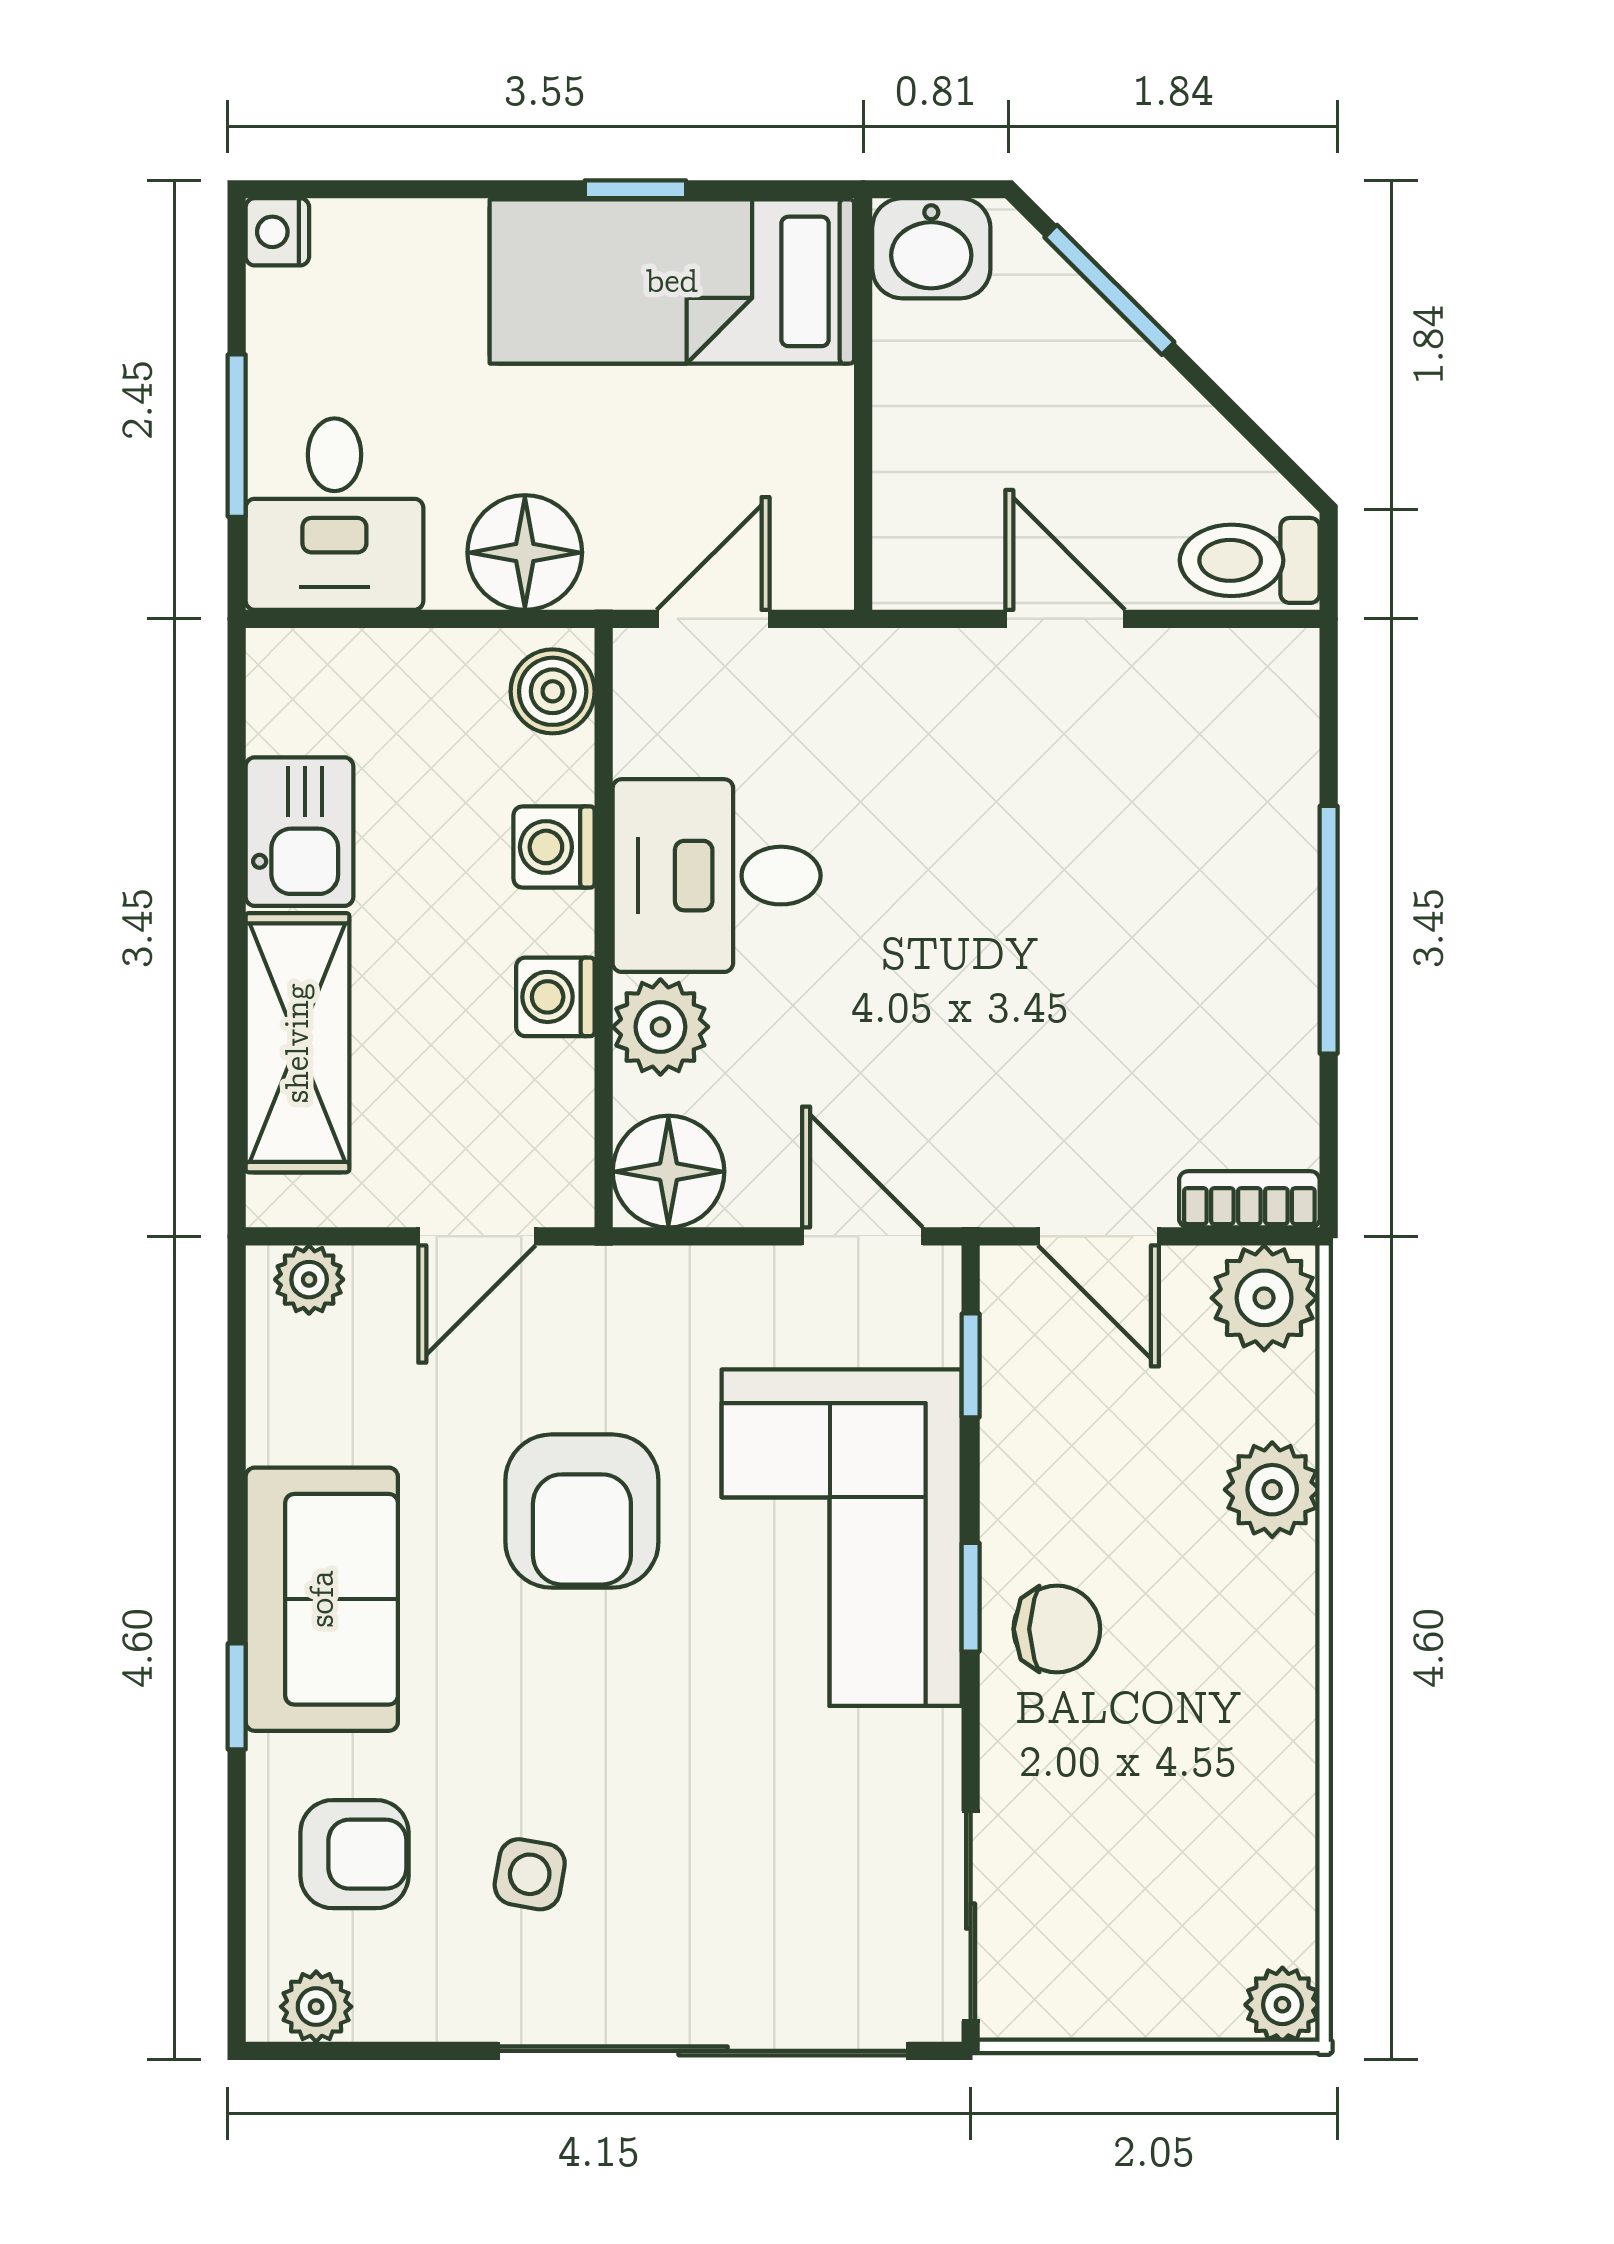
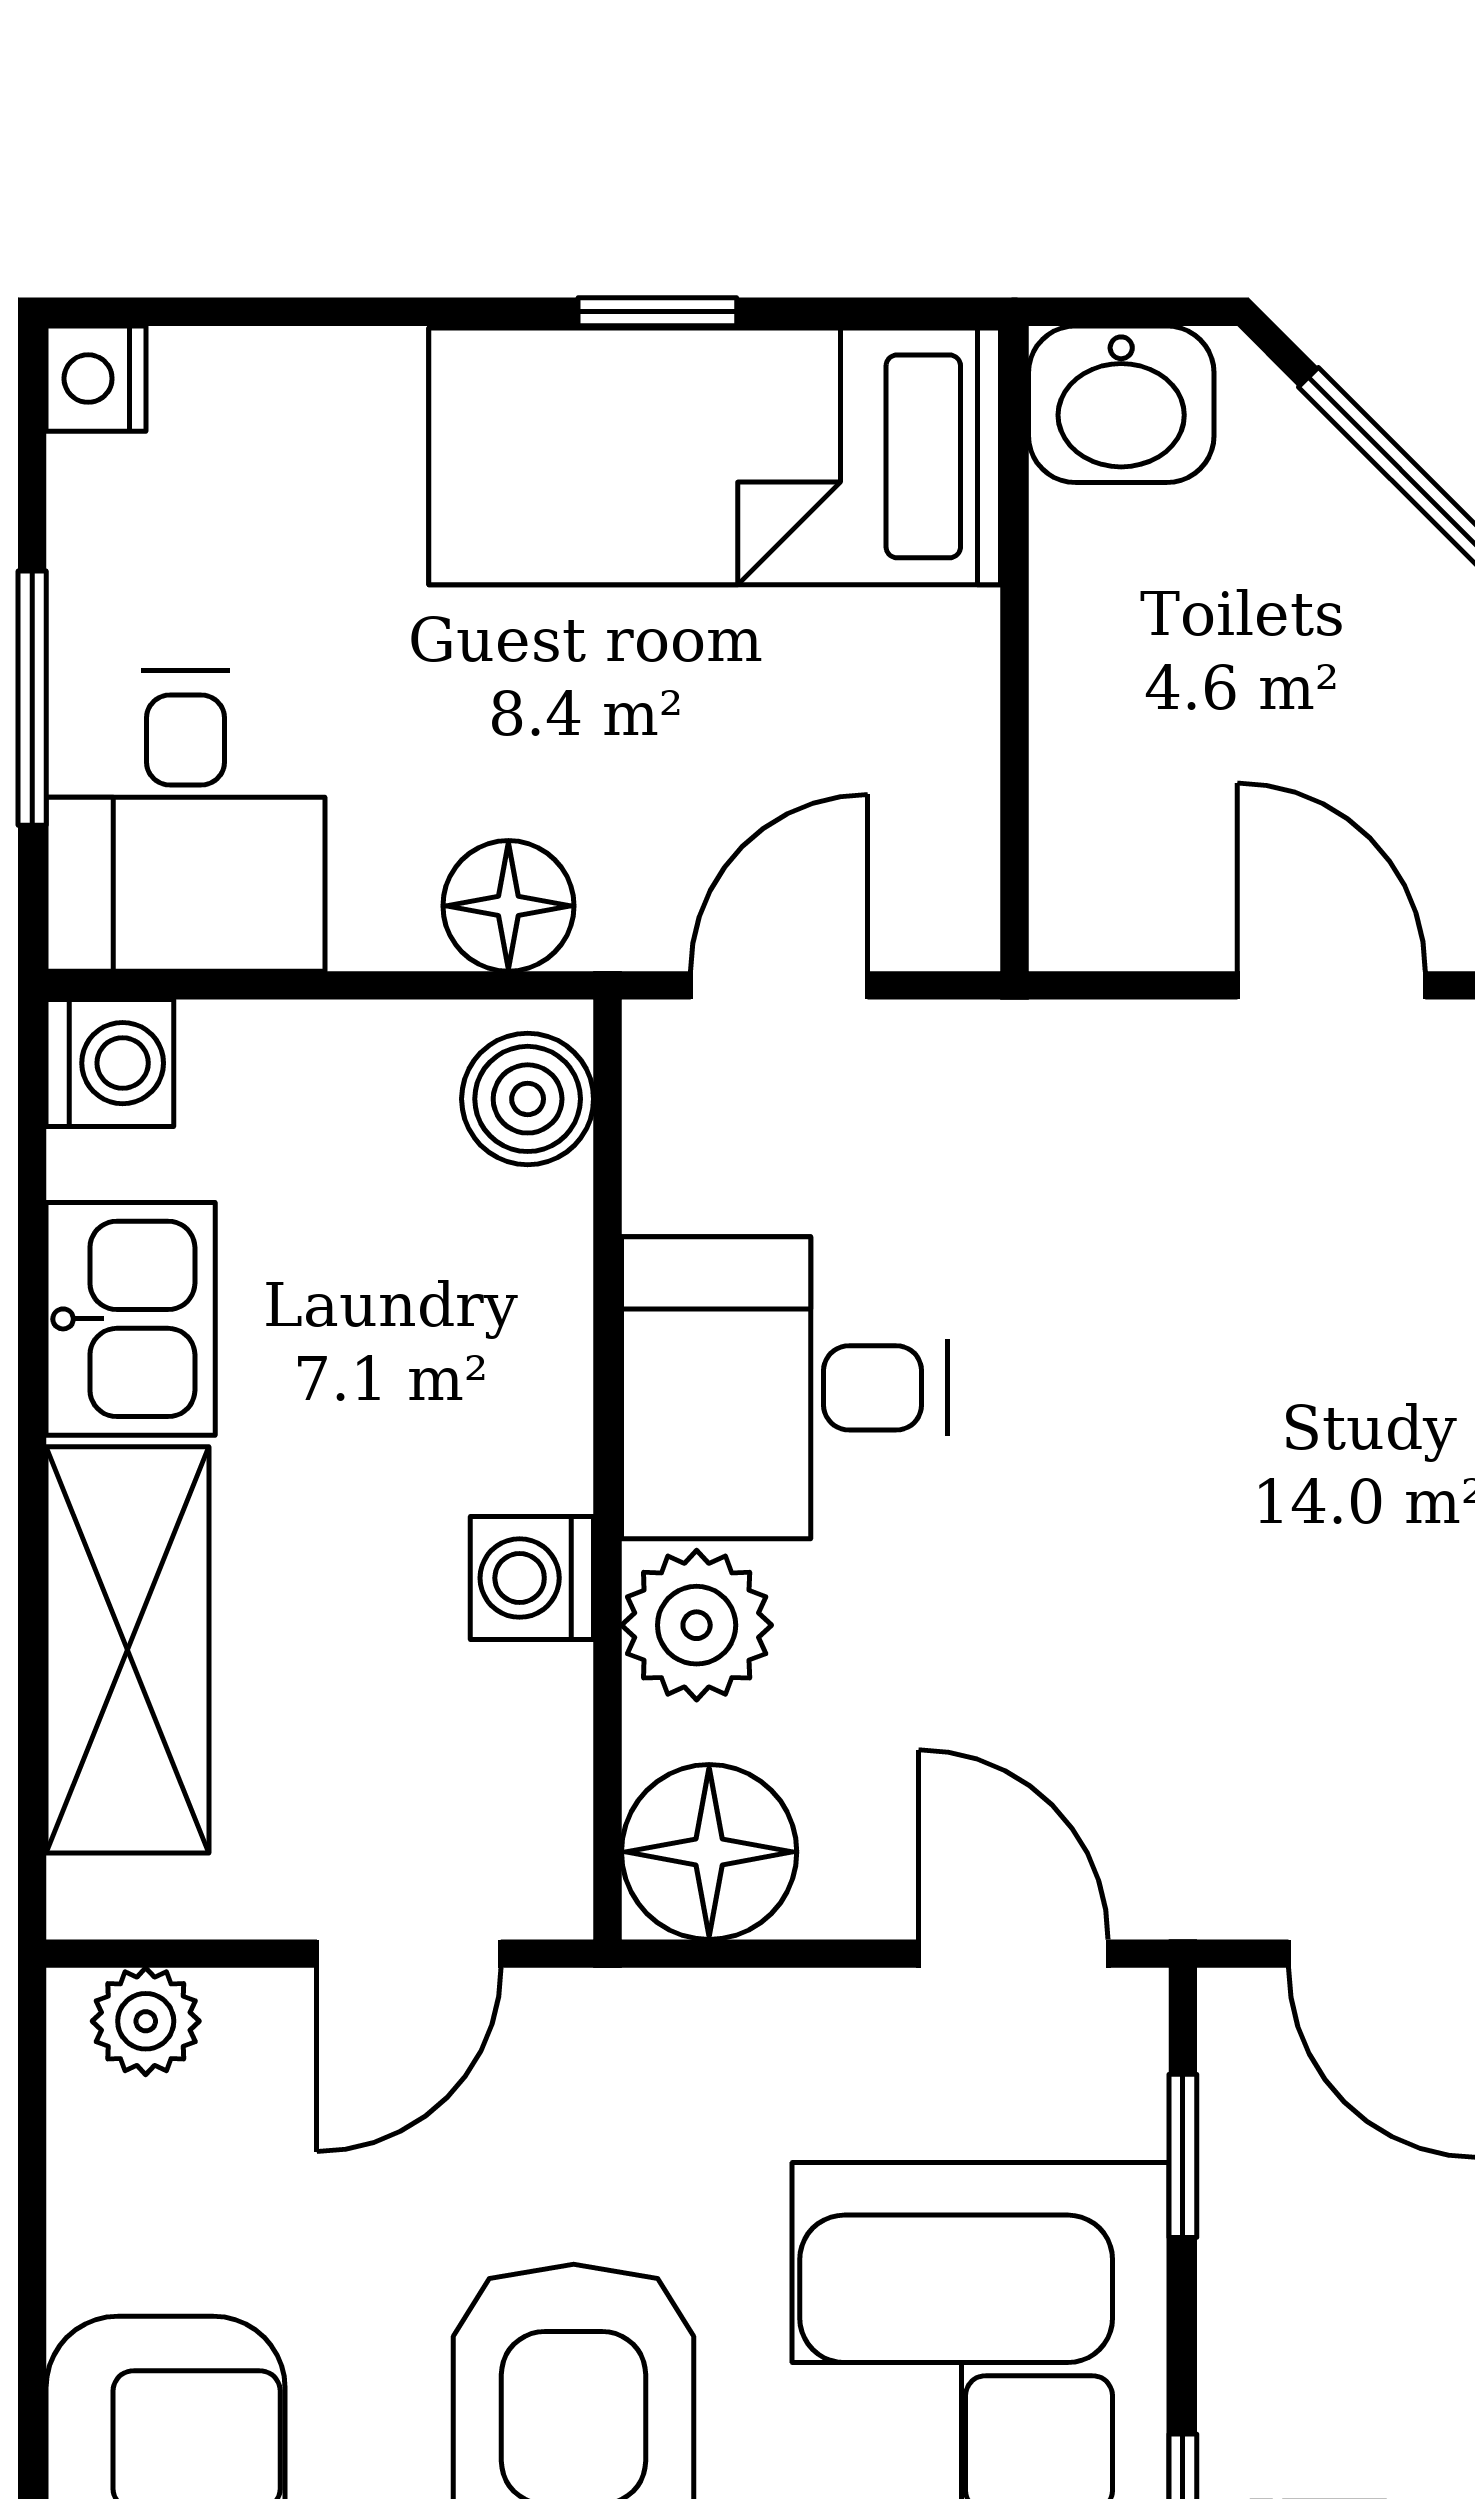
floor lamp: (525, 553) -> (508, 906), width x0.73, depth x0.73
washing machine: (554, 847) -> (110, 1063), moved, turned 180

